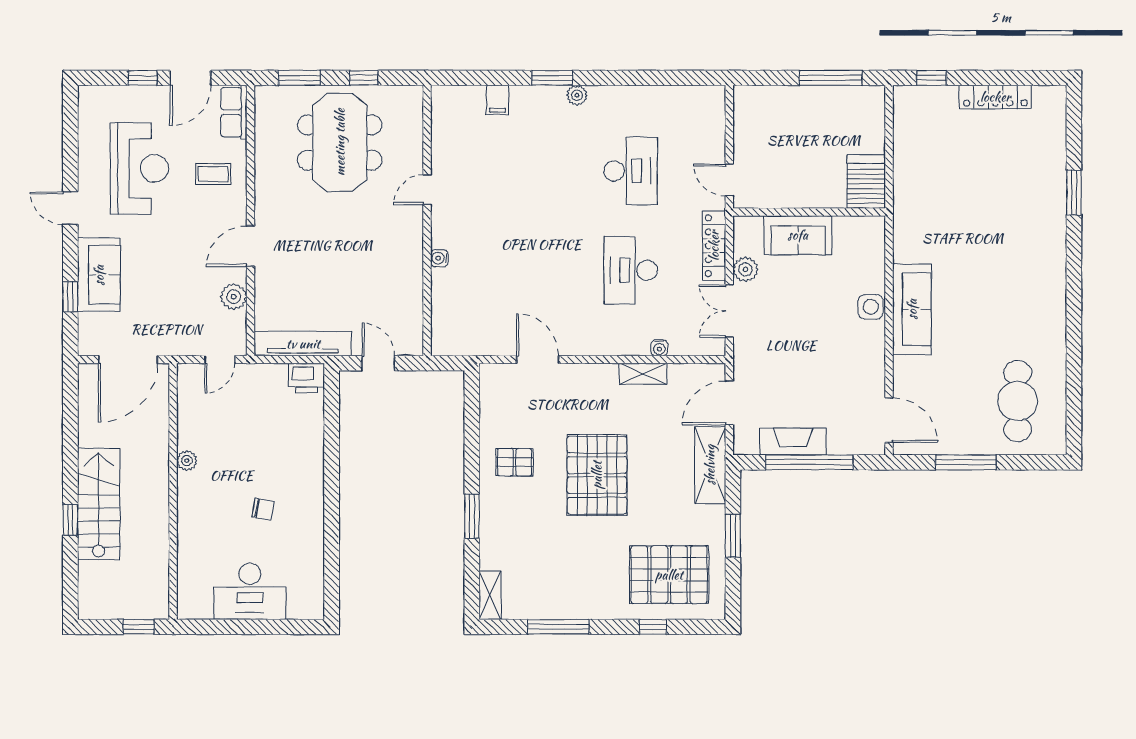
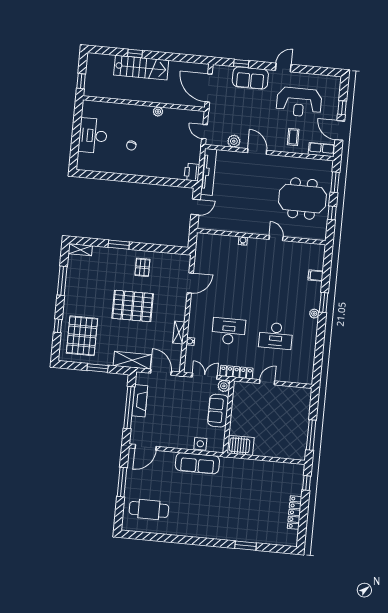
server rack: (866, 182) -> (241, 445), moved
wall: (809, 212) -> (229, 417), moved
sofa: (798, 235) -> (218, 411), moved

